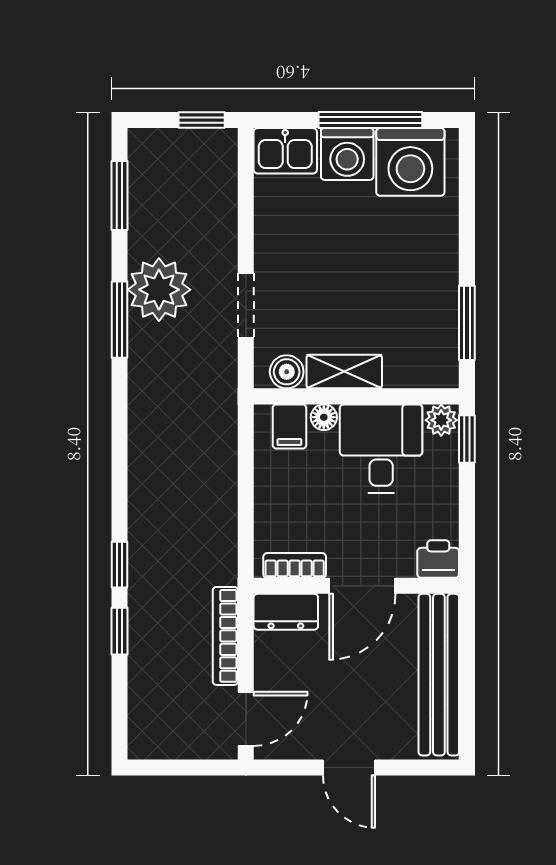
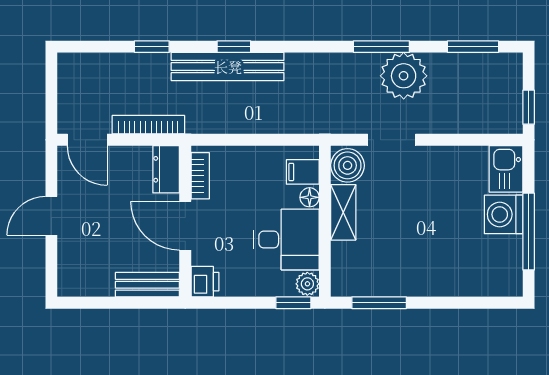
washing machine: (410, 162) -> (498, 261), removed
boiler: (287, 372) -> (348, 165), width x1.36, depth x1.36
bench: (146, 528) -> (228, 67), added
window: (120, 565) -> (234, 47), moved
bench: (439, 675) -> (147, 285), width x0.54, depth x0.82

